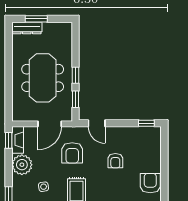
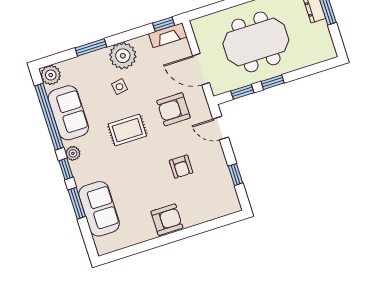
door: (97, 123) -> (221, 128), hinge flipped
window: (146, 123) -> (235, 175), moved
armchair: (115, 161) -> (181, 167), turned -90
plant: (22, 165) -> (123, 56), moved

